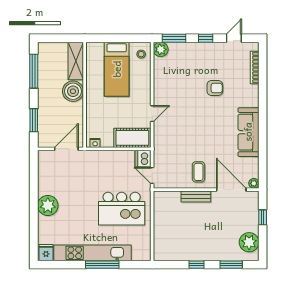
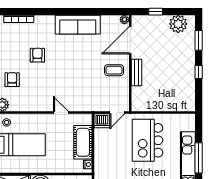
armchair: (188, 60) -> (12, 80), added
cot: (132, 138) -> (83, 142), moved
kitchen island: (122, 209) -> (148, 140), turned 180

